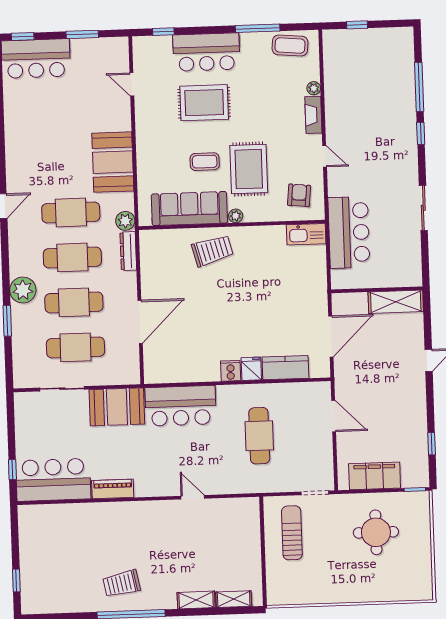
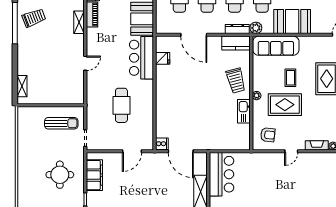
sofa: (189, 209) -> (276, 46), moved, turned 90
bar counter: (349, 232) -> (222, 174), moved, turned -90
kitchen sink: (306, 234) -> (244, 111), moved
kitchen counter: (285, 368) -> (236, 43), moved, turned 90
fridge: (251, 369) -> (163, 58), moved
cooker: (231, 371) -> (162, 144), moved
cafe table: (259, 436) -> (121, 105), turned 90
trolley: (122, 584) -> (34, 18), turned 80
shelving: (196, 600) -> (79, 22), moved

